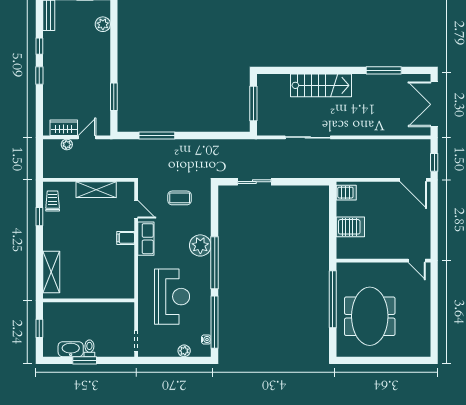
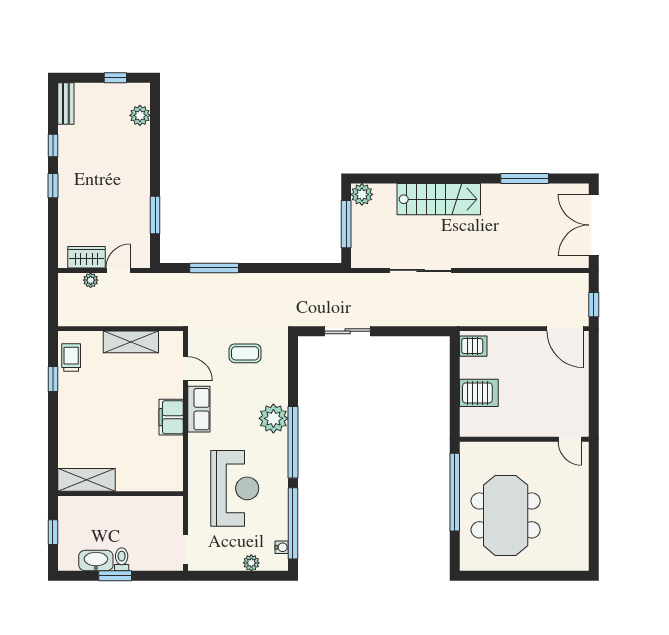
plant: (265, 82) -> (362, 194), added
filing cabinet: (126, 238) -> (171, 417), width x2.00
shelving: (51, 272) -> (86, 480), moved, turned 90

